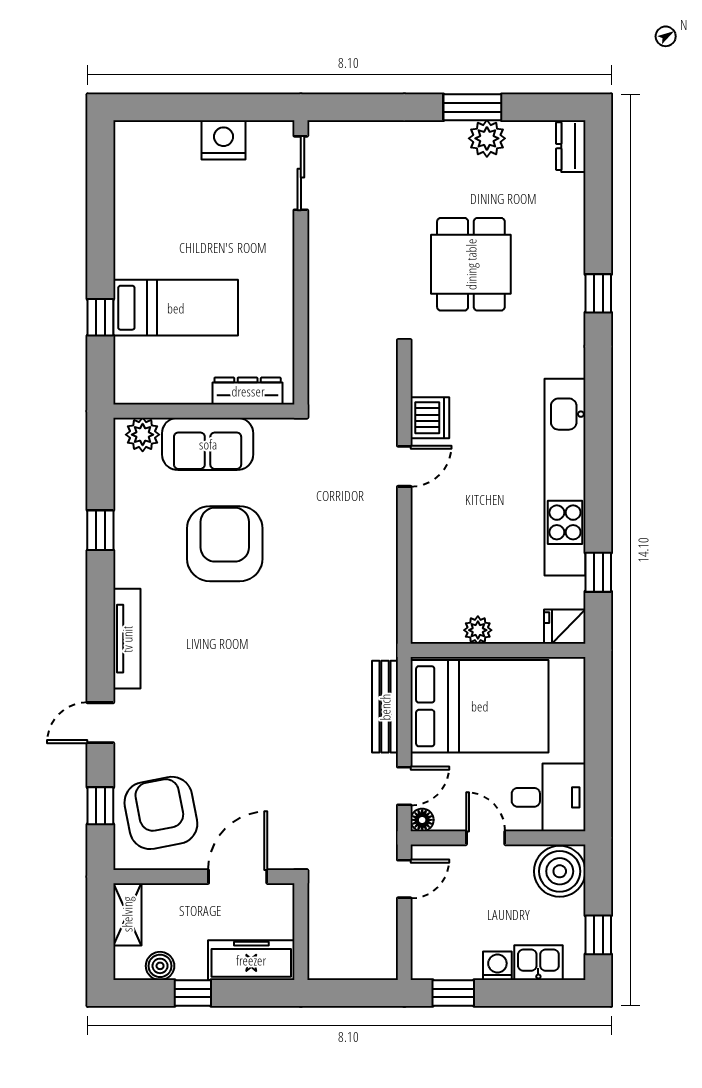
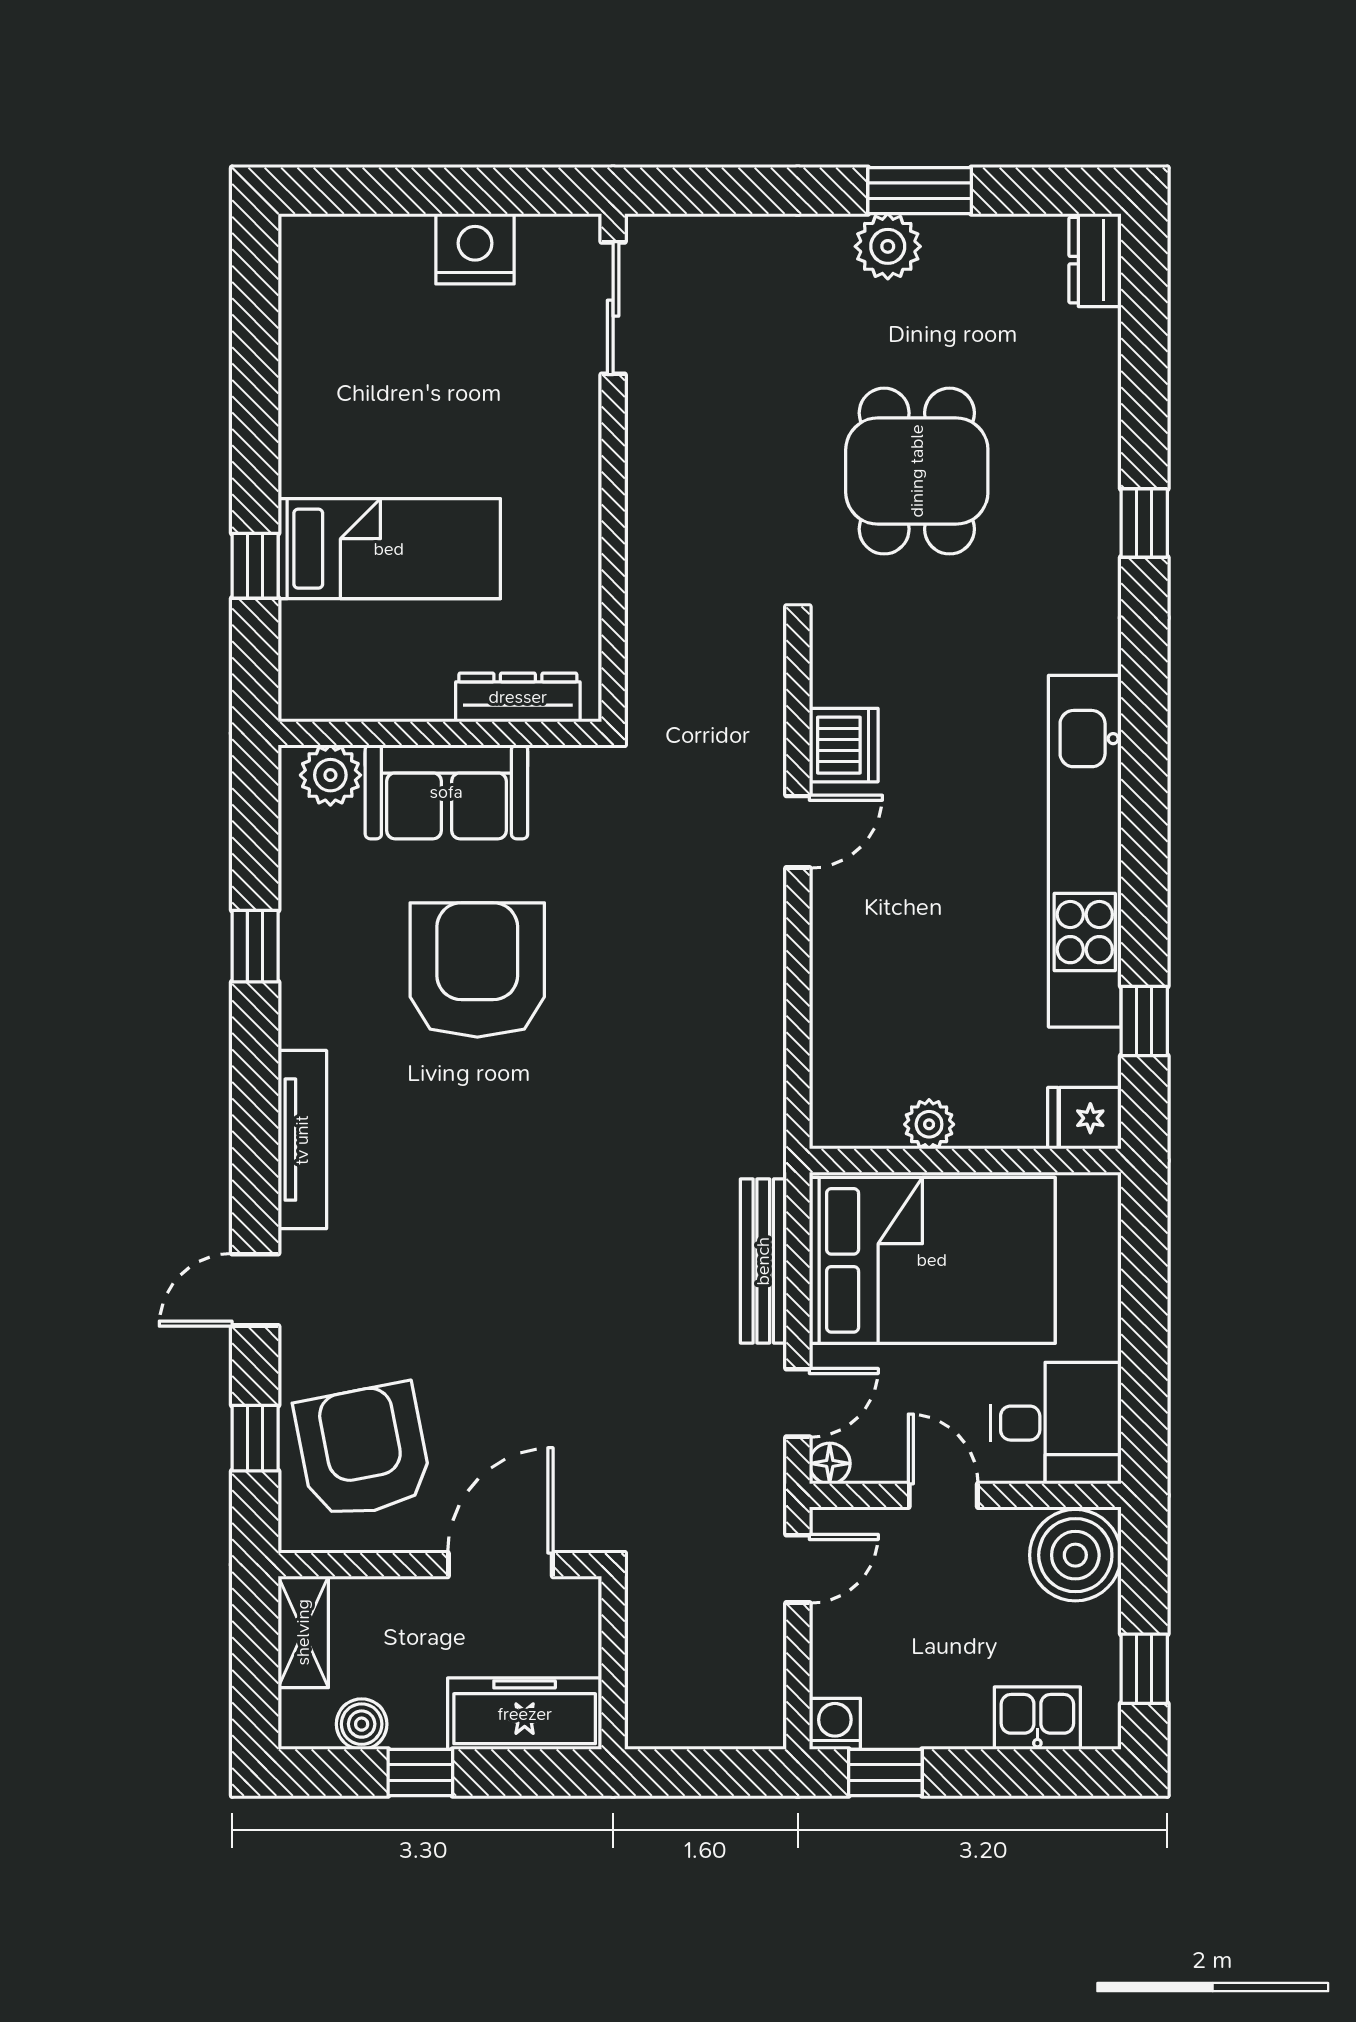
plant: (487, 138) -> (888, 246), moved
washing machine: (497, 966) -> (835, 1724), moved

